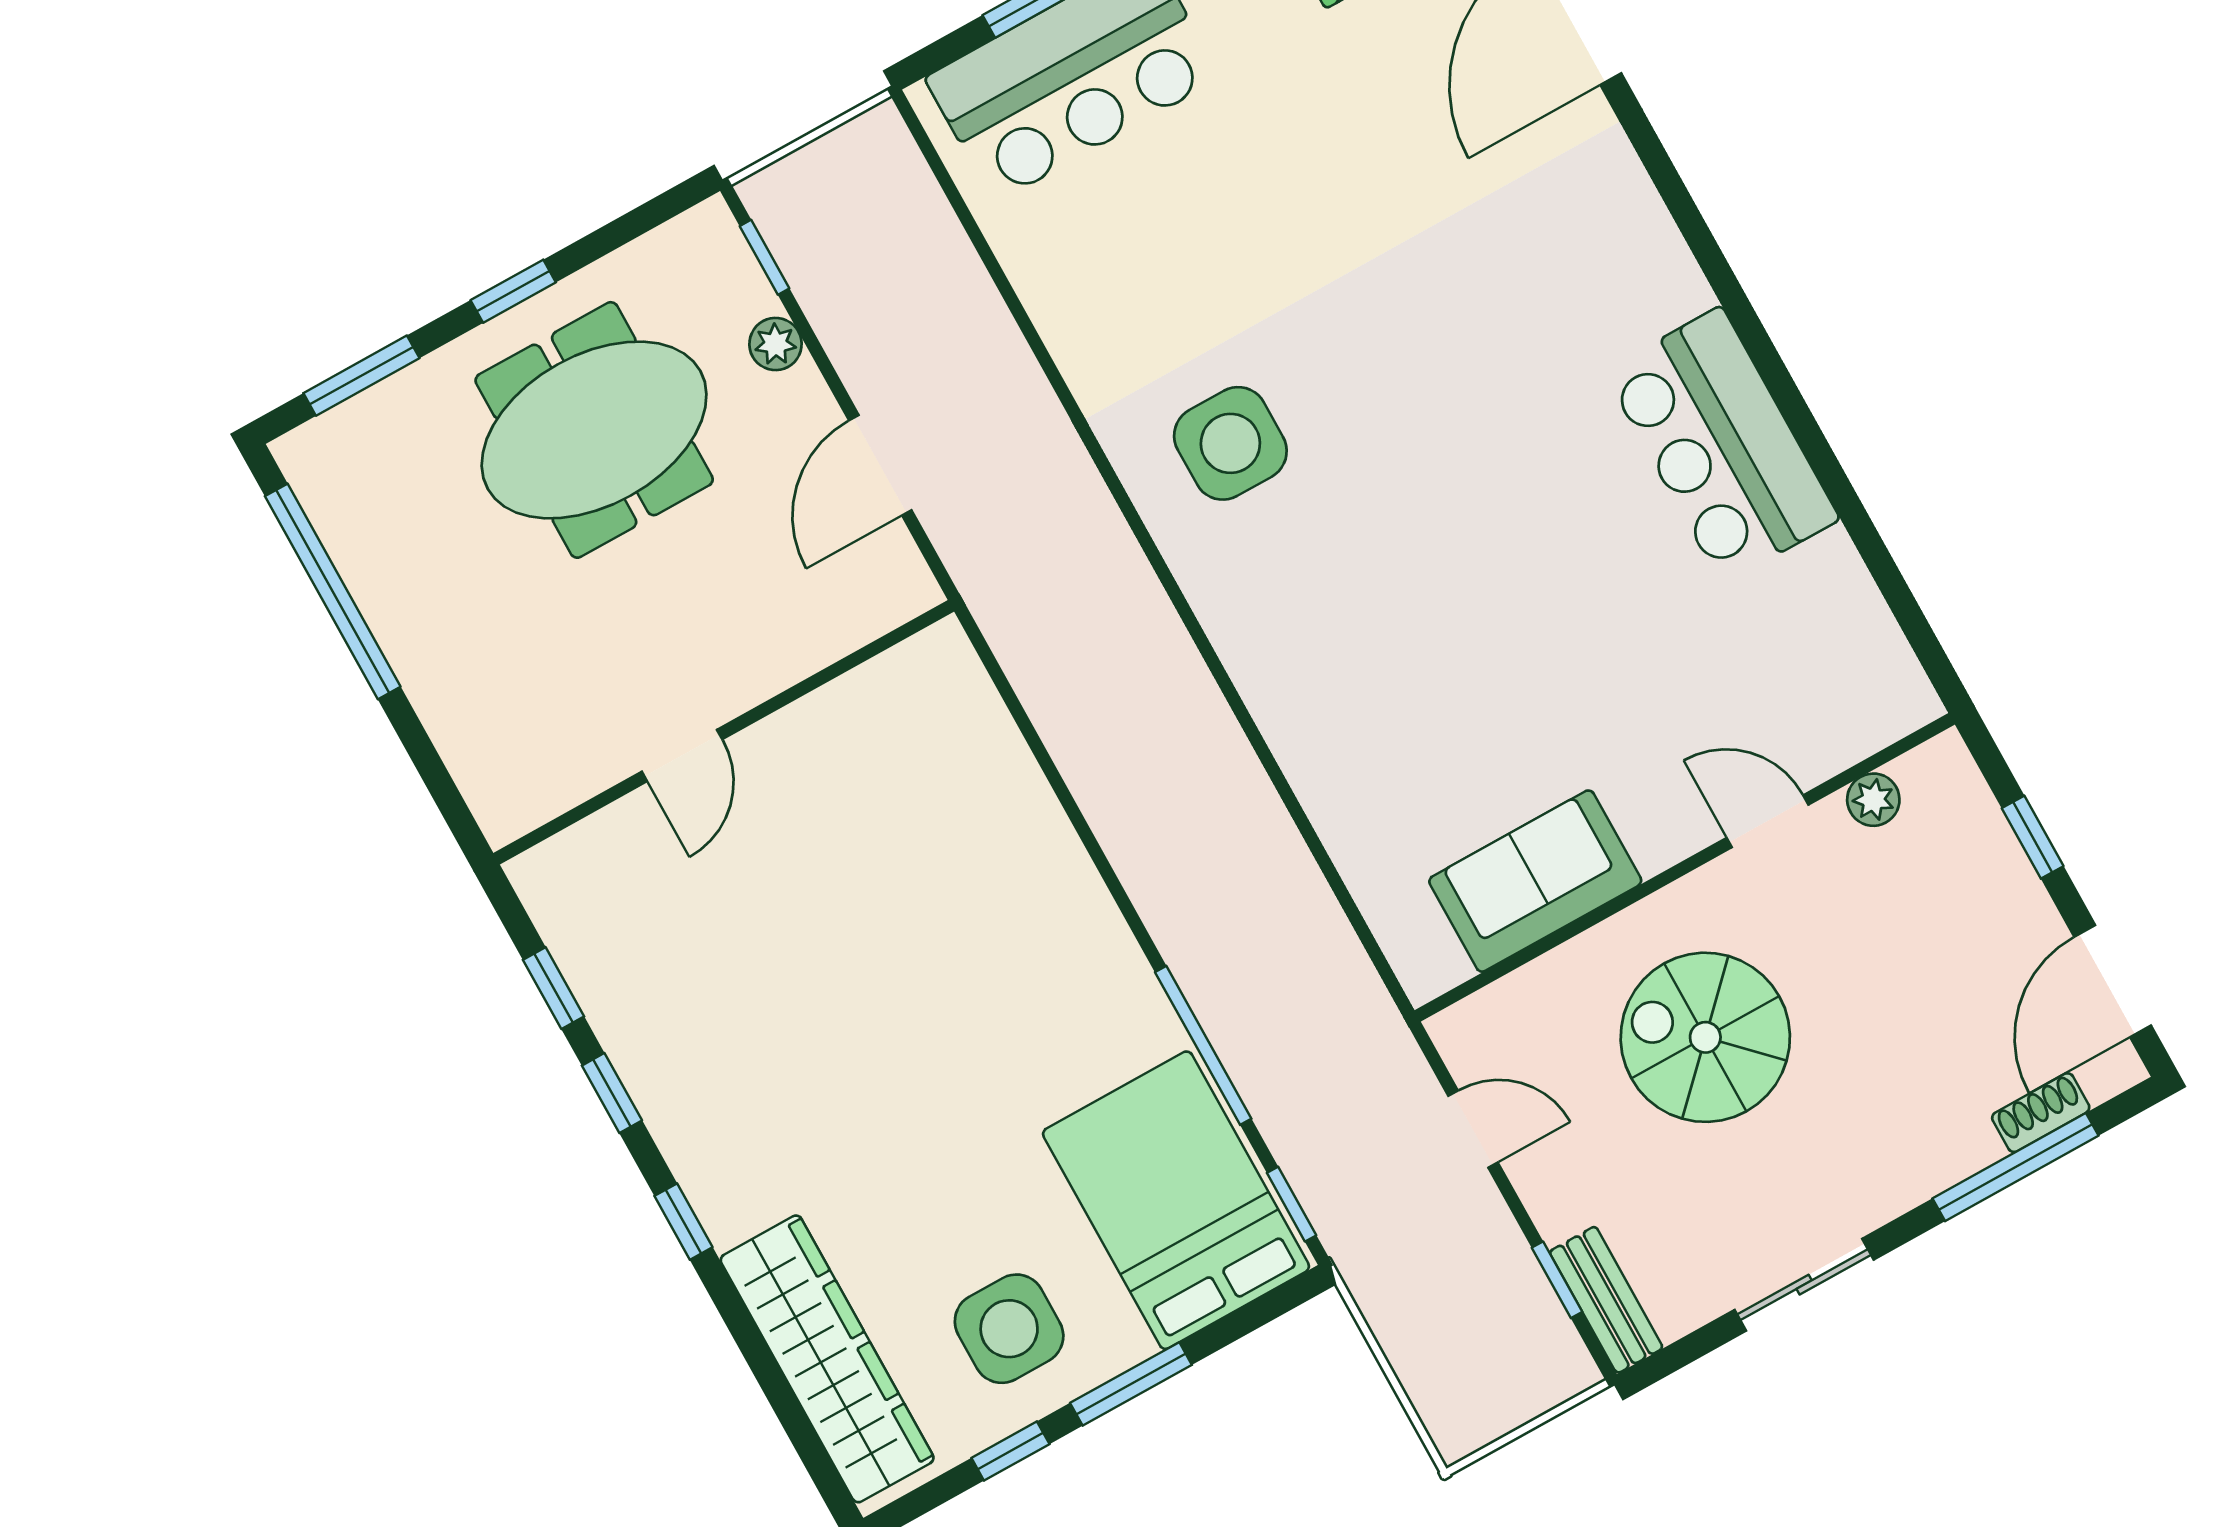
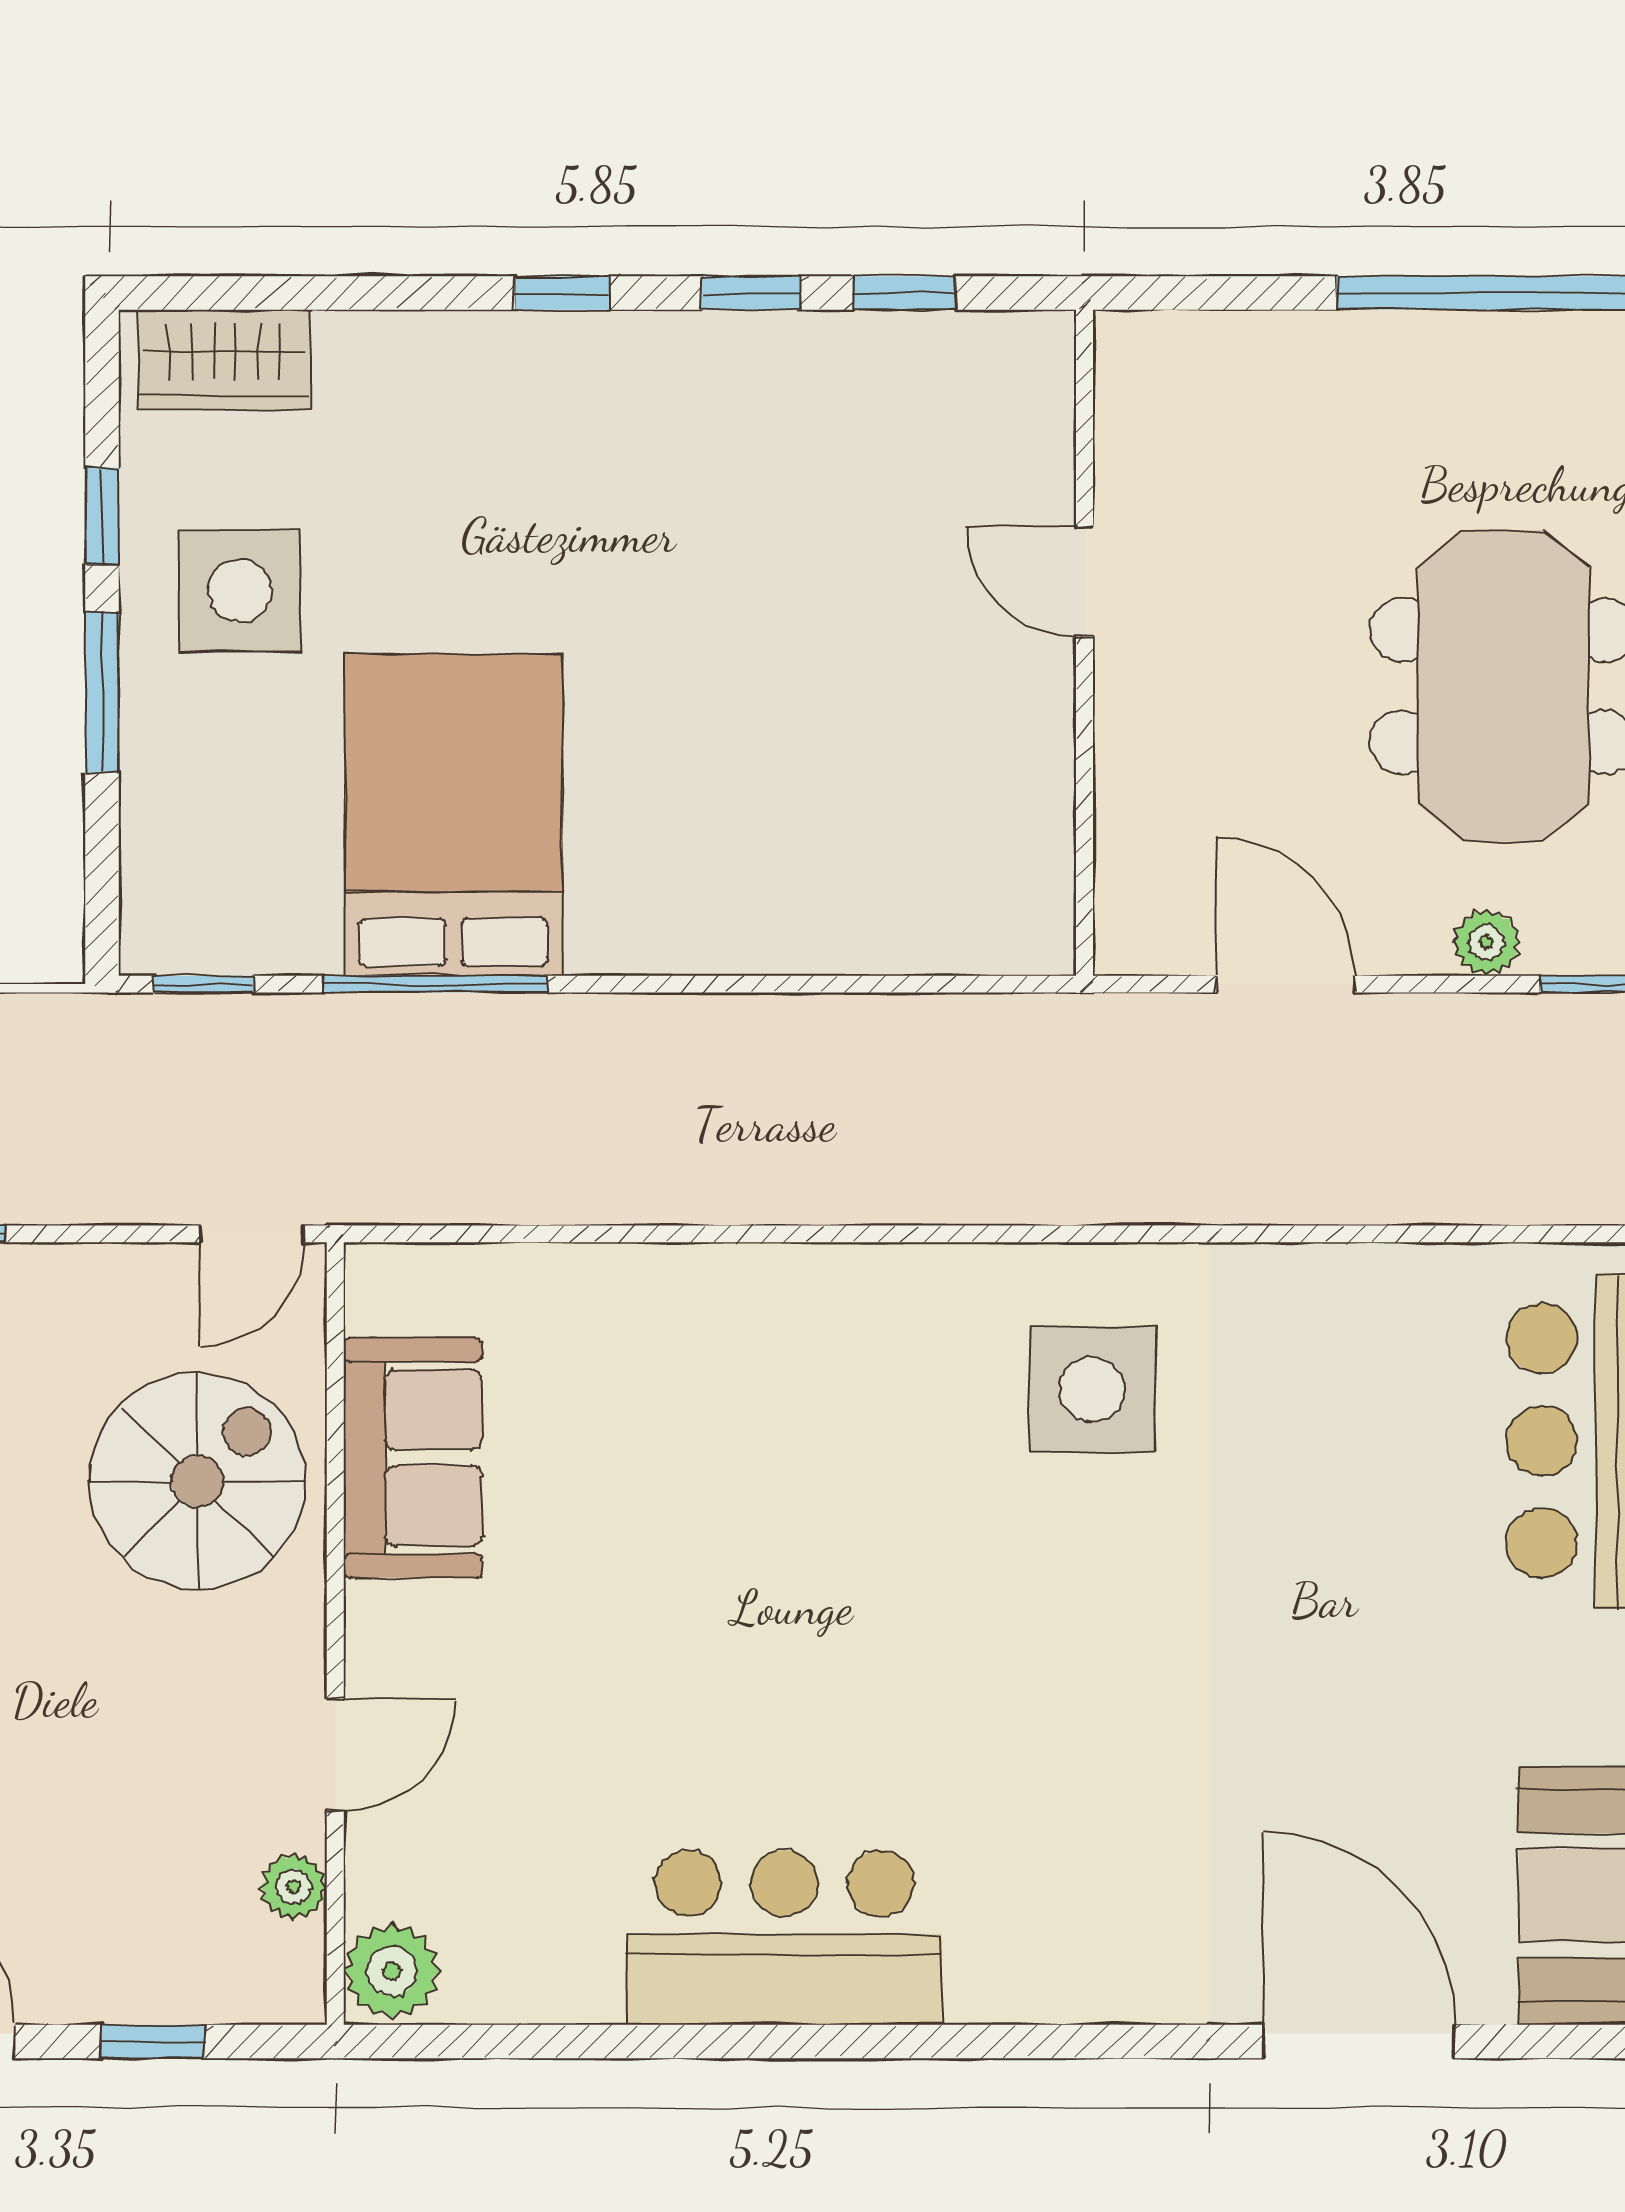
plant: (1894, 701) -> (392, 1971), added
spiral stairs: (1705, 1037) -> (197, 1481), moved
door: (1473, 1129) -> (252, 1234), moved
bed: (1176, 1200) -> (454, 815), moved, turned -90
wardrobe: (827, 1359) -> (225, 360), width x0.48, depth x0.85

